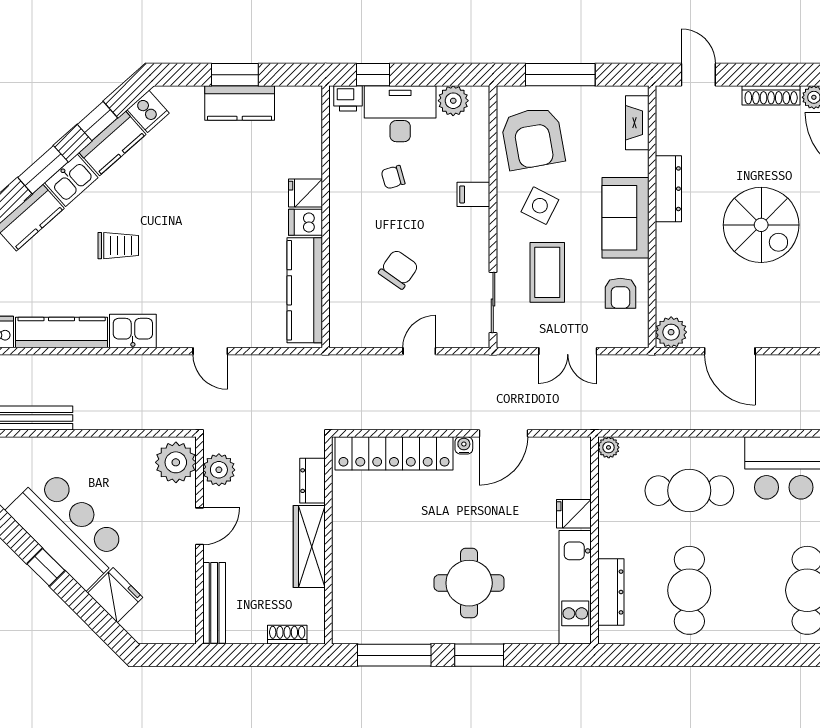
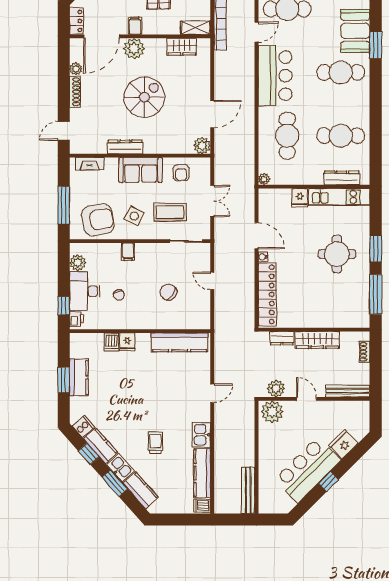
dishwasher: (306, 222) -> (111, 342), moved
armchair: (620, 293) -> (181, 173), turned 90

